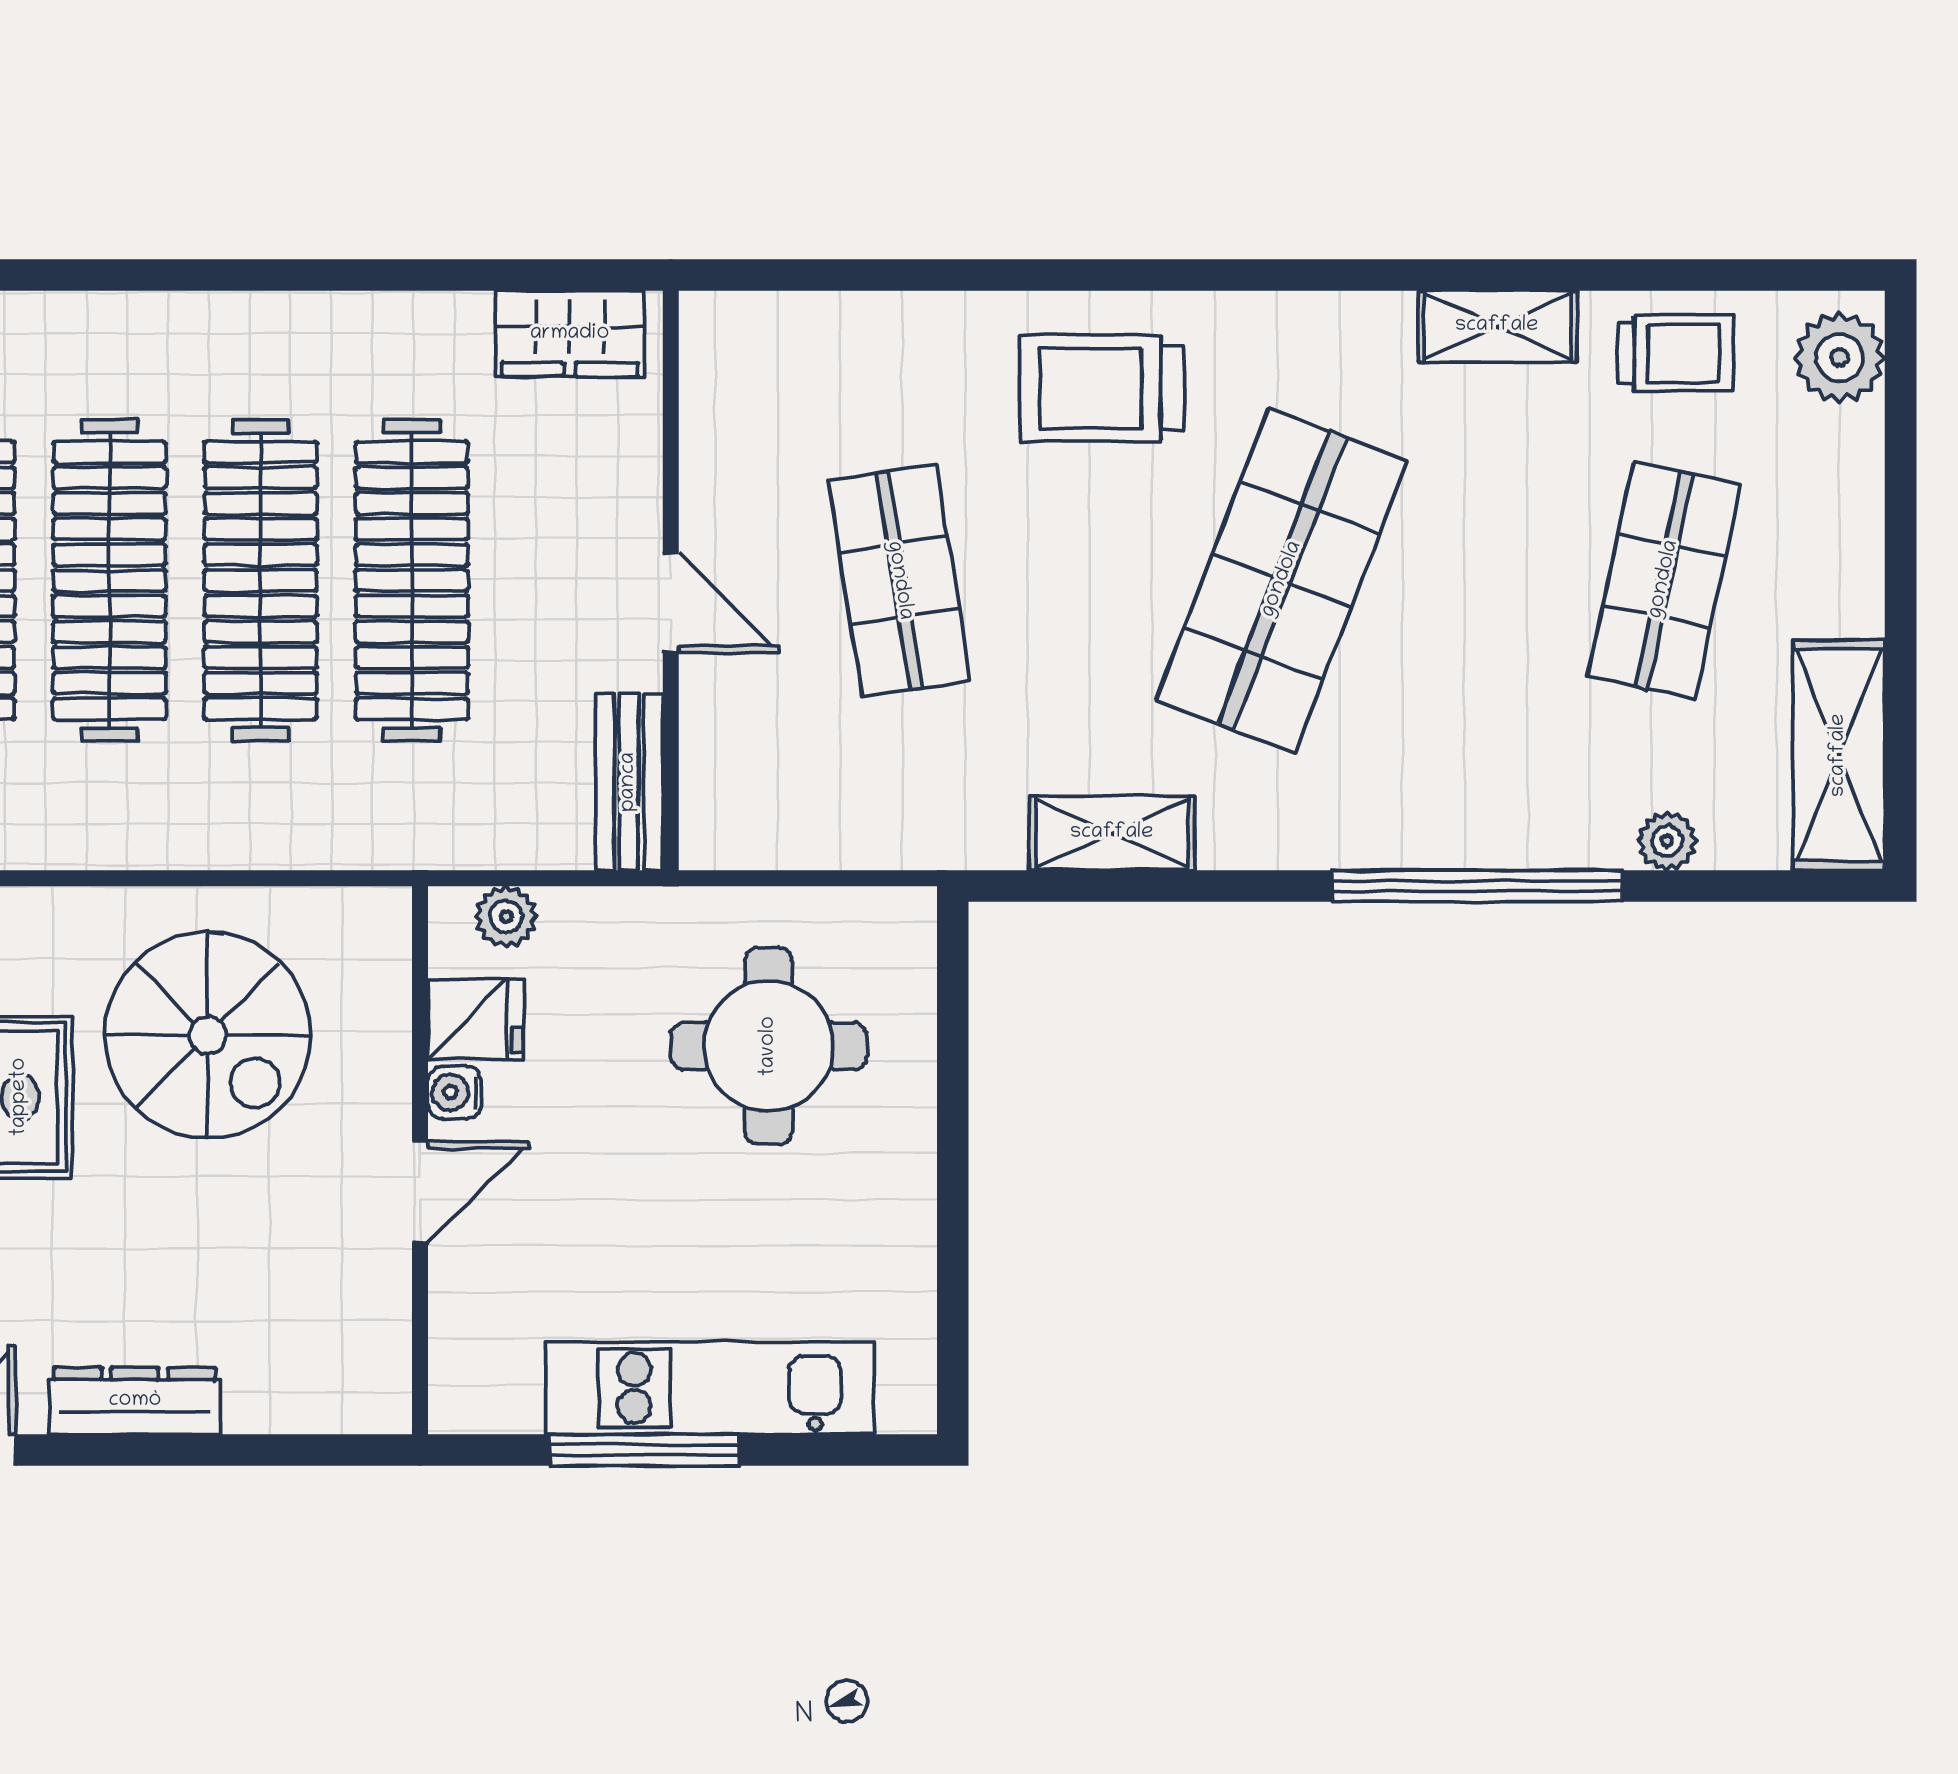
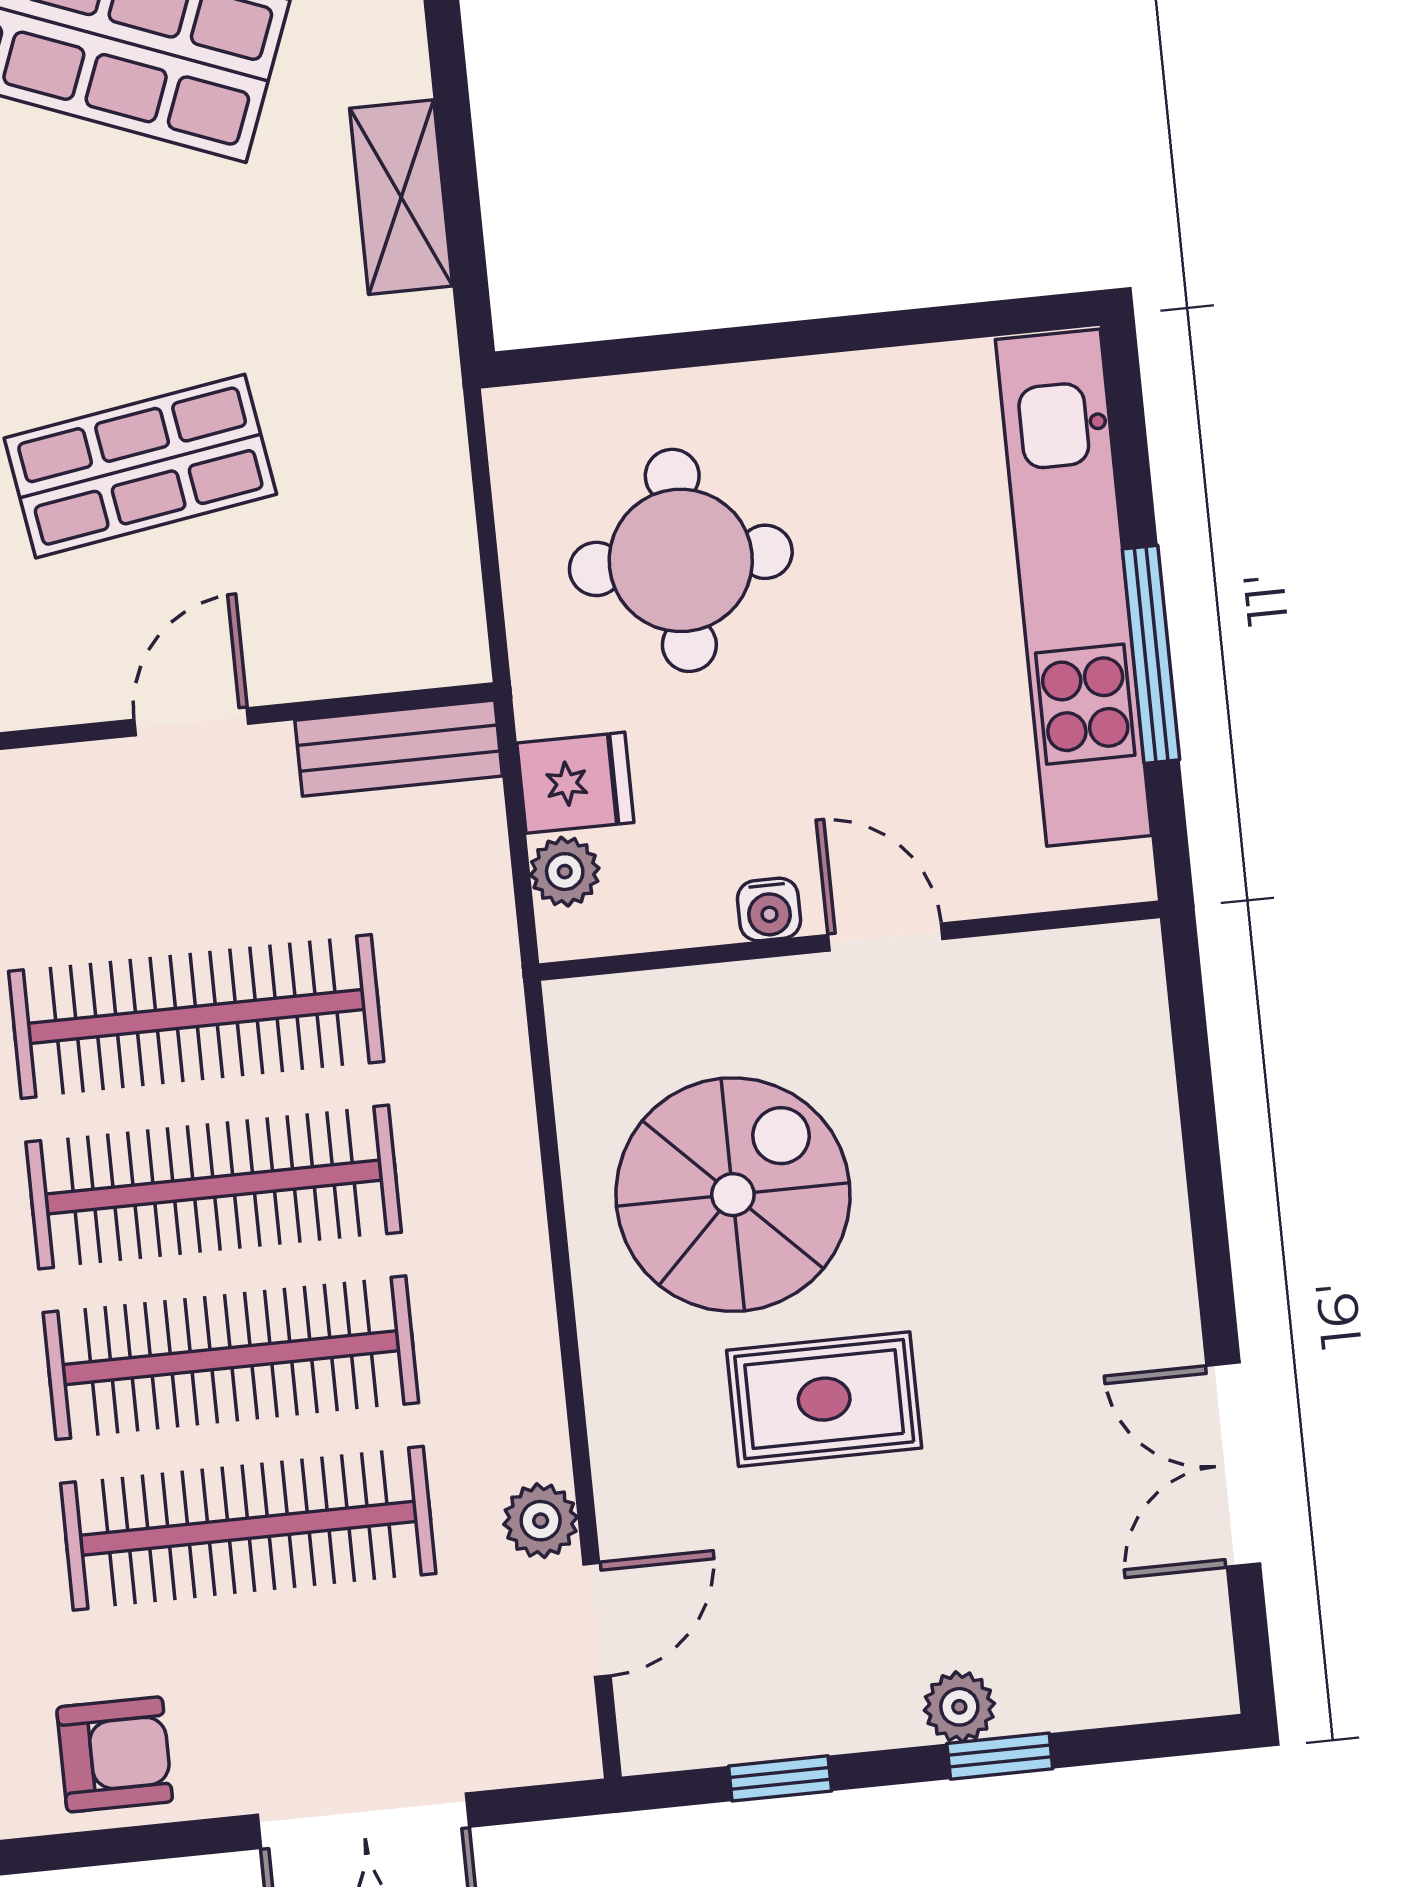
fridge: (476, 1019) -> (575, 783), moved, turned 90
kitchen unit: (710, 1388) -> (1073, 588), width x1.36
dresser: (135, 1401) -> (1154, 1235), removed

